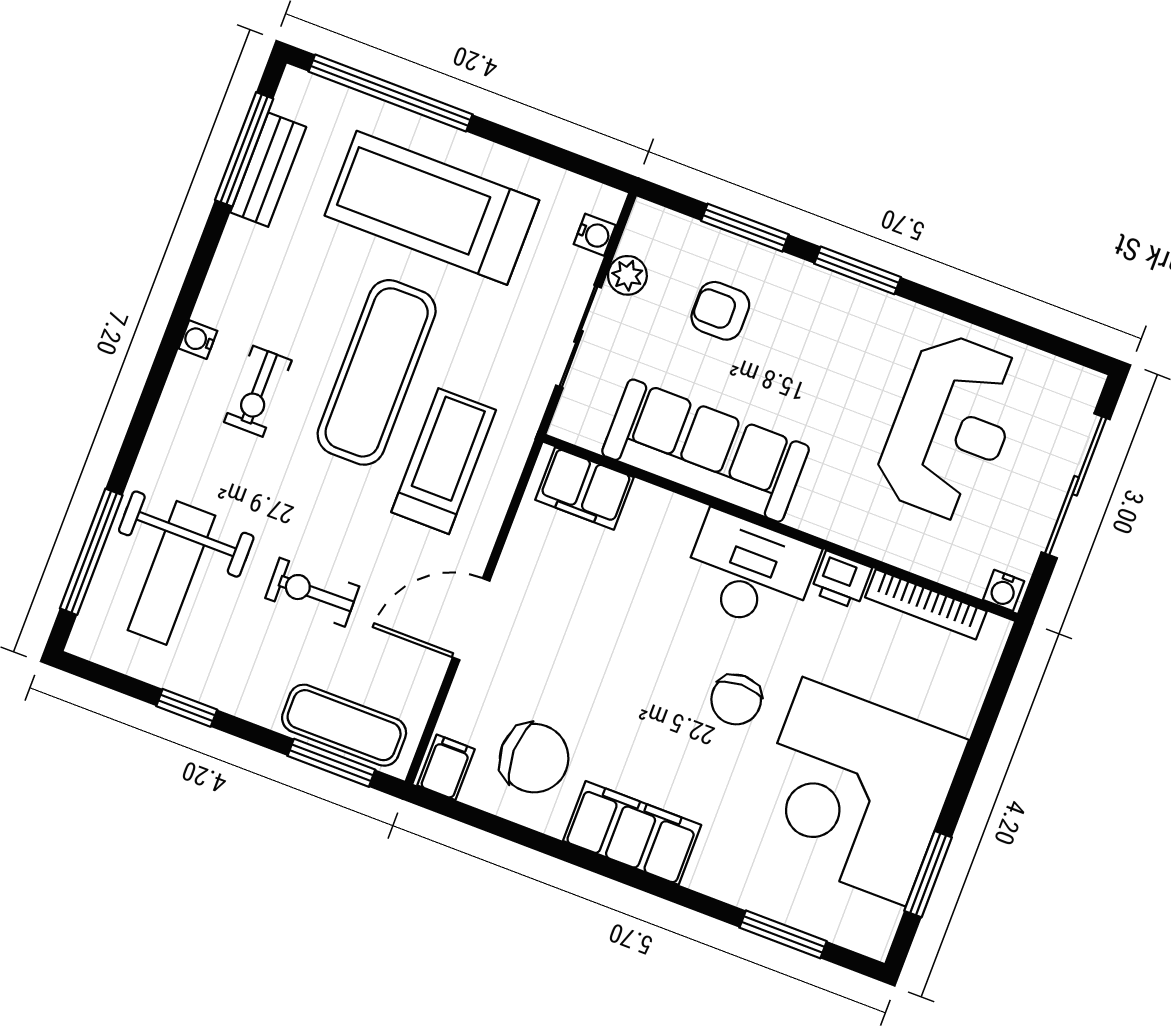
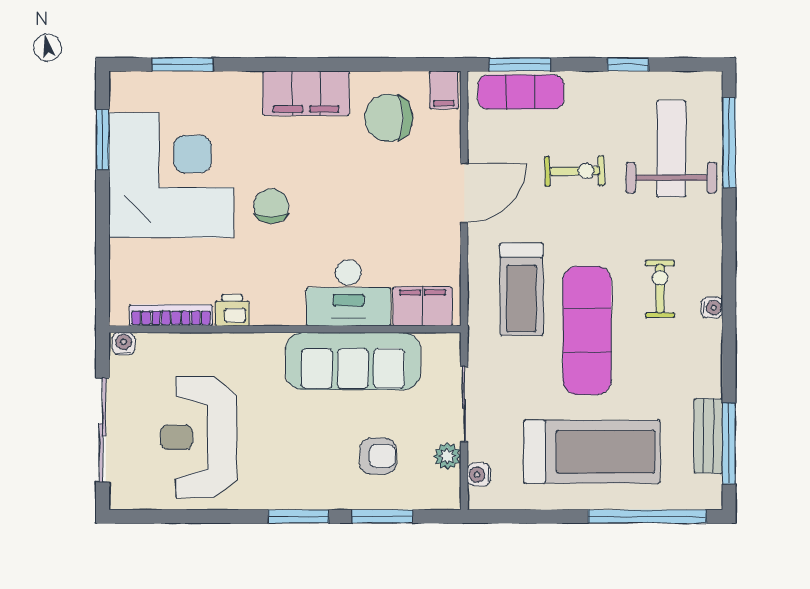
desk: (750, 572) -> (348, 293), moved

